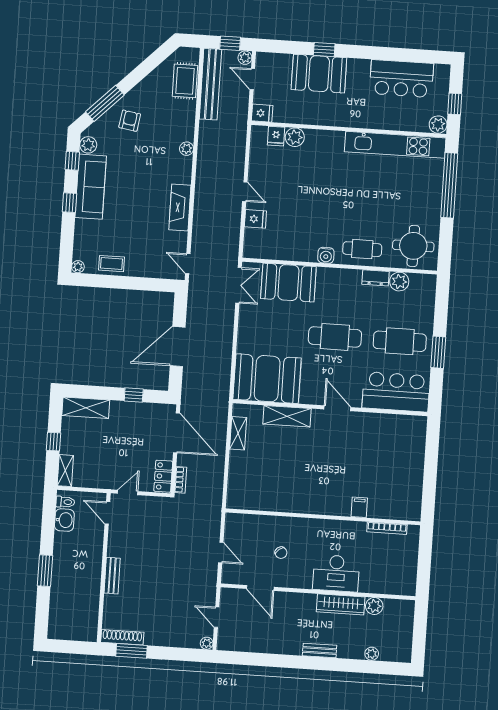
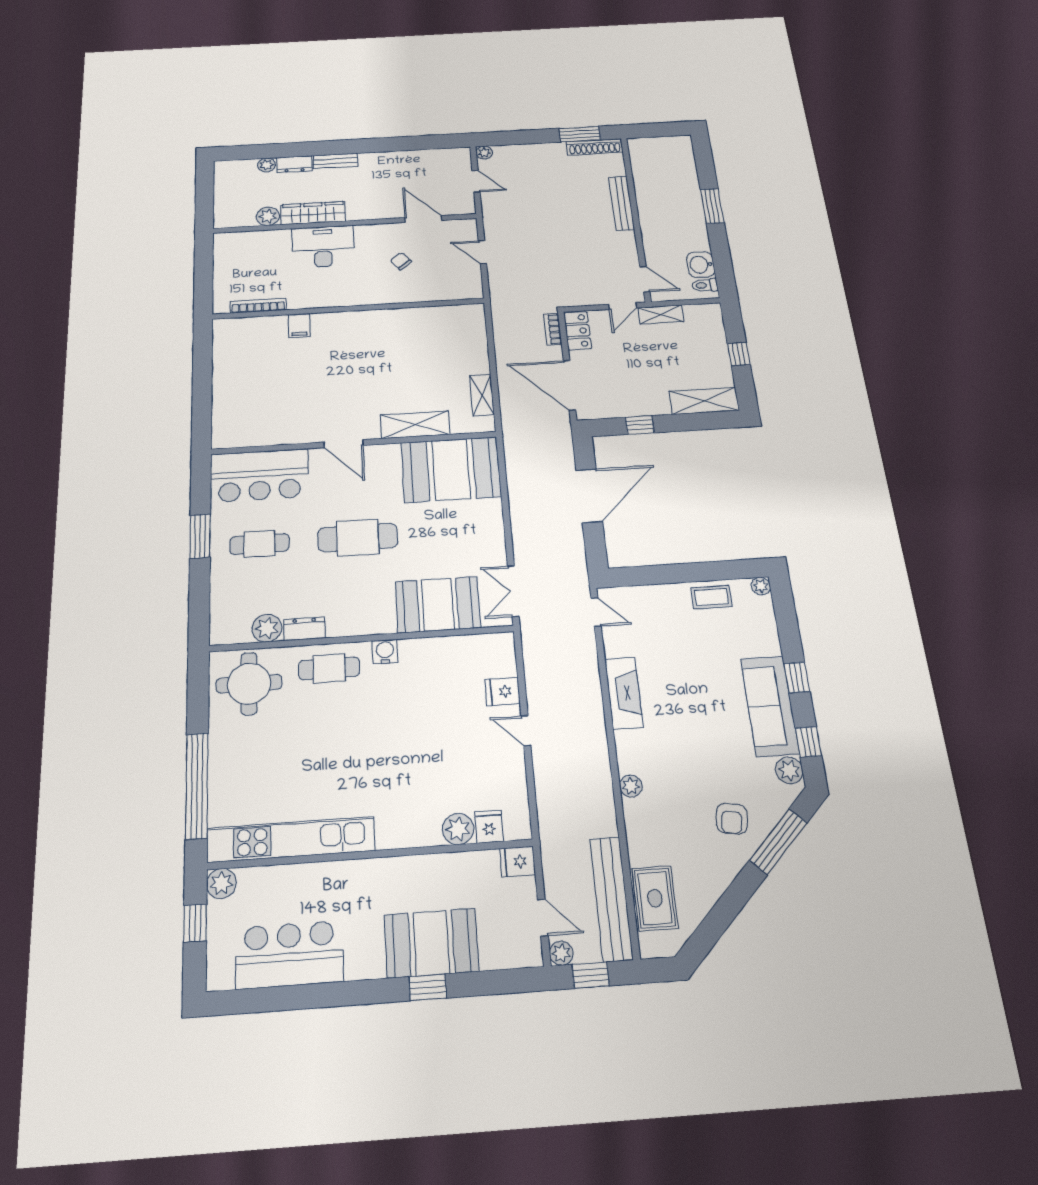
cafe table: (400, 341) -> (259, 544), width x0.73, depth x0.74
shelving: (65, 471) -> (661, 314), moved, turned 90
bench: (112, 576) -> (622, 203), width x1.36
dresser: (351, 652) -> (294, 164), added

